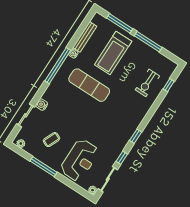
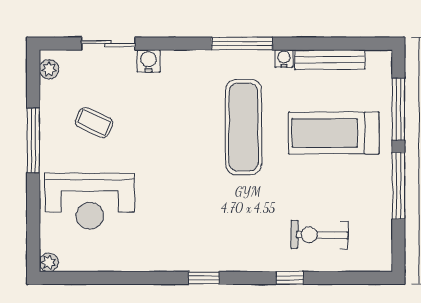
window: (58, 66) -> (242, 44), width x0.68
window: (169, 85) -> (290, 278), moved
window: (122, 158) -> (146, 278), removed
sliding door: (108, 179) -> (88, 278), removed

